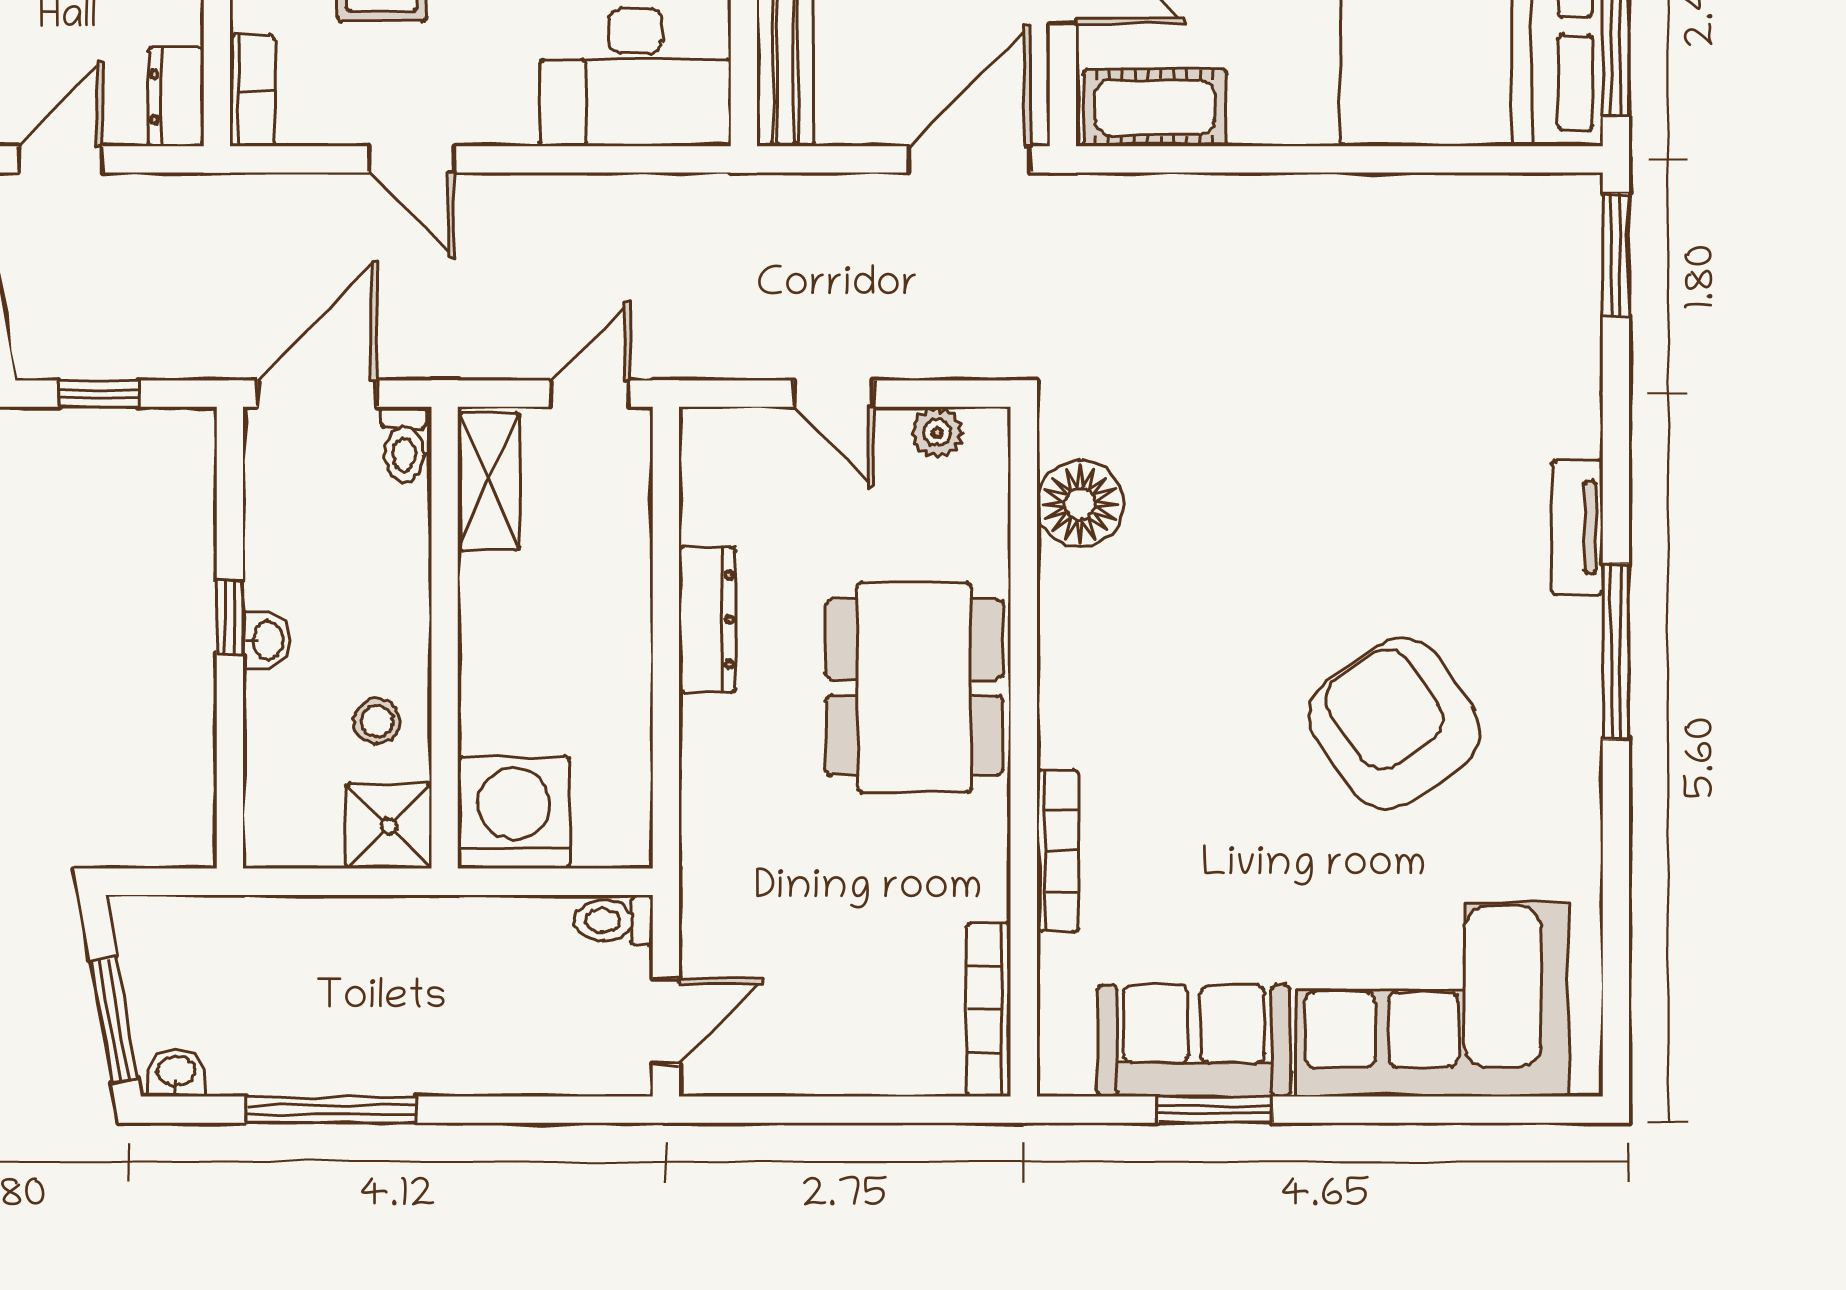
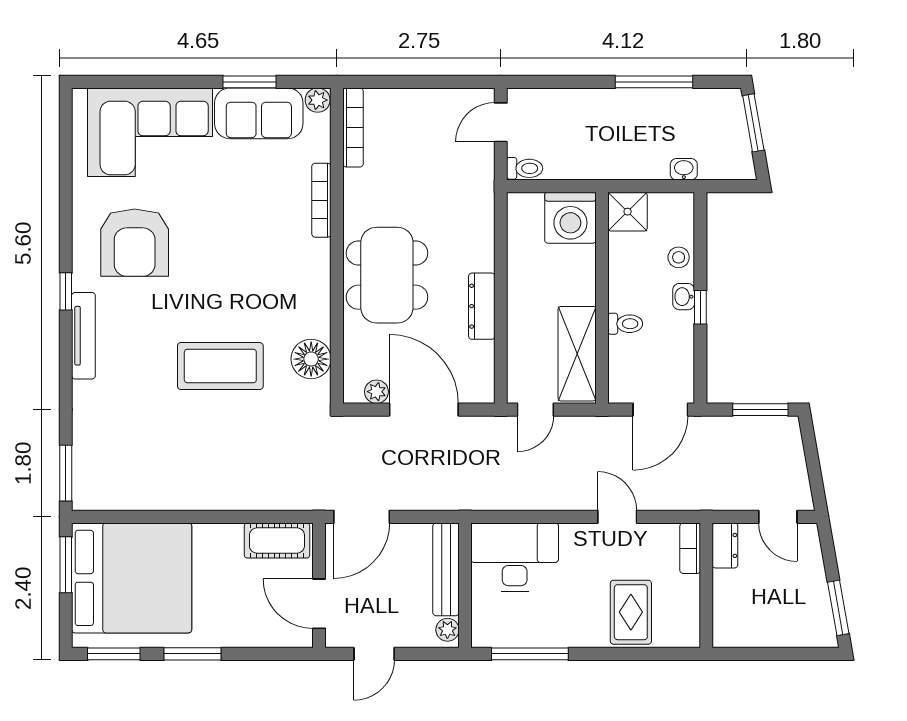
door: (61, 159) -> (778, 517), hinge flipped
window: (99, 394) -> (760, 410), width x1.50
door: (834, 394) -> (424, 410), width x1.88
toilet: (404, 444) -> (625, 324), moved, turned 90
shelving: (489, 481) -> (577, 354), width x1.50, depth x1.33
coffee table: (1278, 489) -> (220, 366), added
tv unit: (1577, 527) -> (83, 336), width x1.41
window: (1616, 652) -> (66, 291), width x0.46
stool: (377, 721) -> (679, 257), moved
armchair: (1394, 724) -> (135, 243), moved, turned 35
plant: (1066, 1070) -> (318, 100), added
washbasin: (176, 1073) -> (684, 169), moved, turned 180

